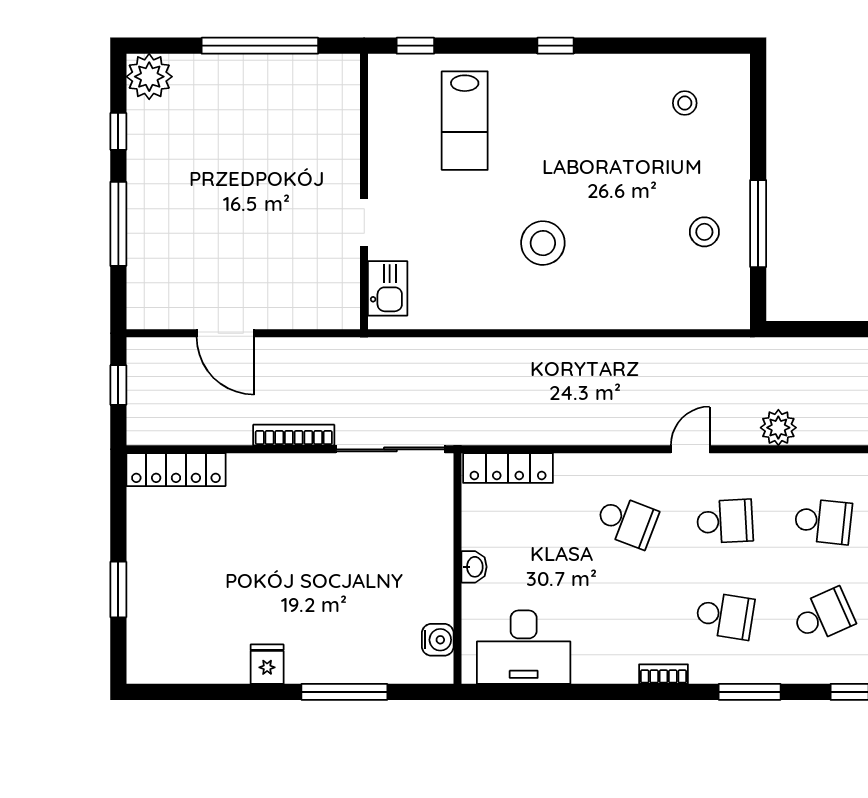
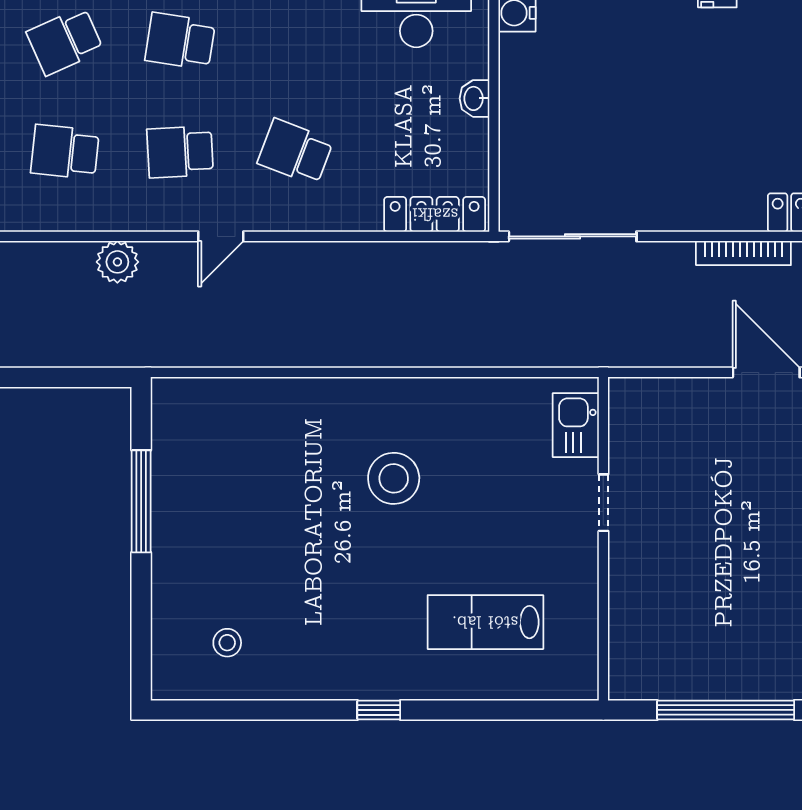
window: (415, 46) -> (543, 710), removed
lab bench: (465, 121) -> (485, 622), turned -90
stool: (704, 232) -> (204, 492), removed
bookcase: (294, 435) -> (743, 253), moved

